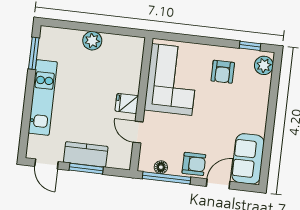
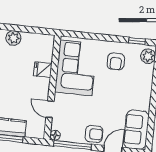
fridge: (127, 103) -> (43, 70), moved
floor lamp: (161, 167) -> (55, 135), moved

